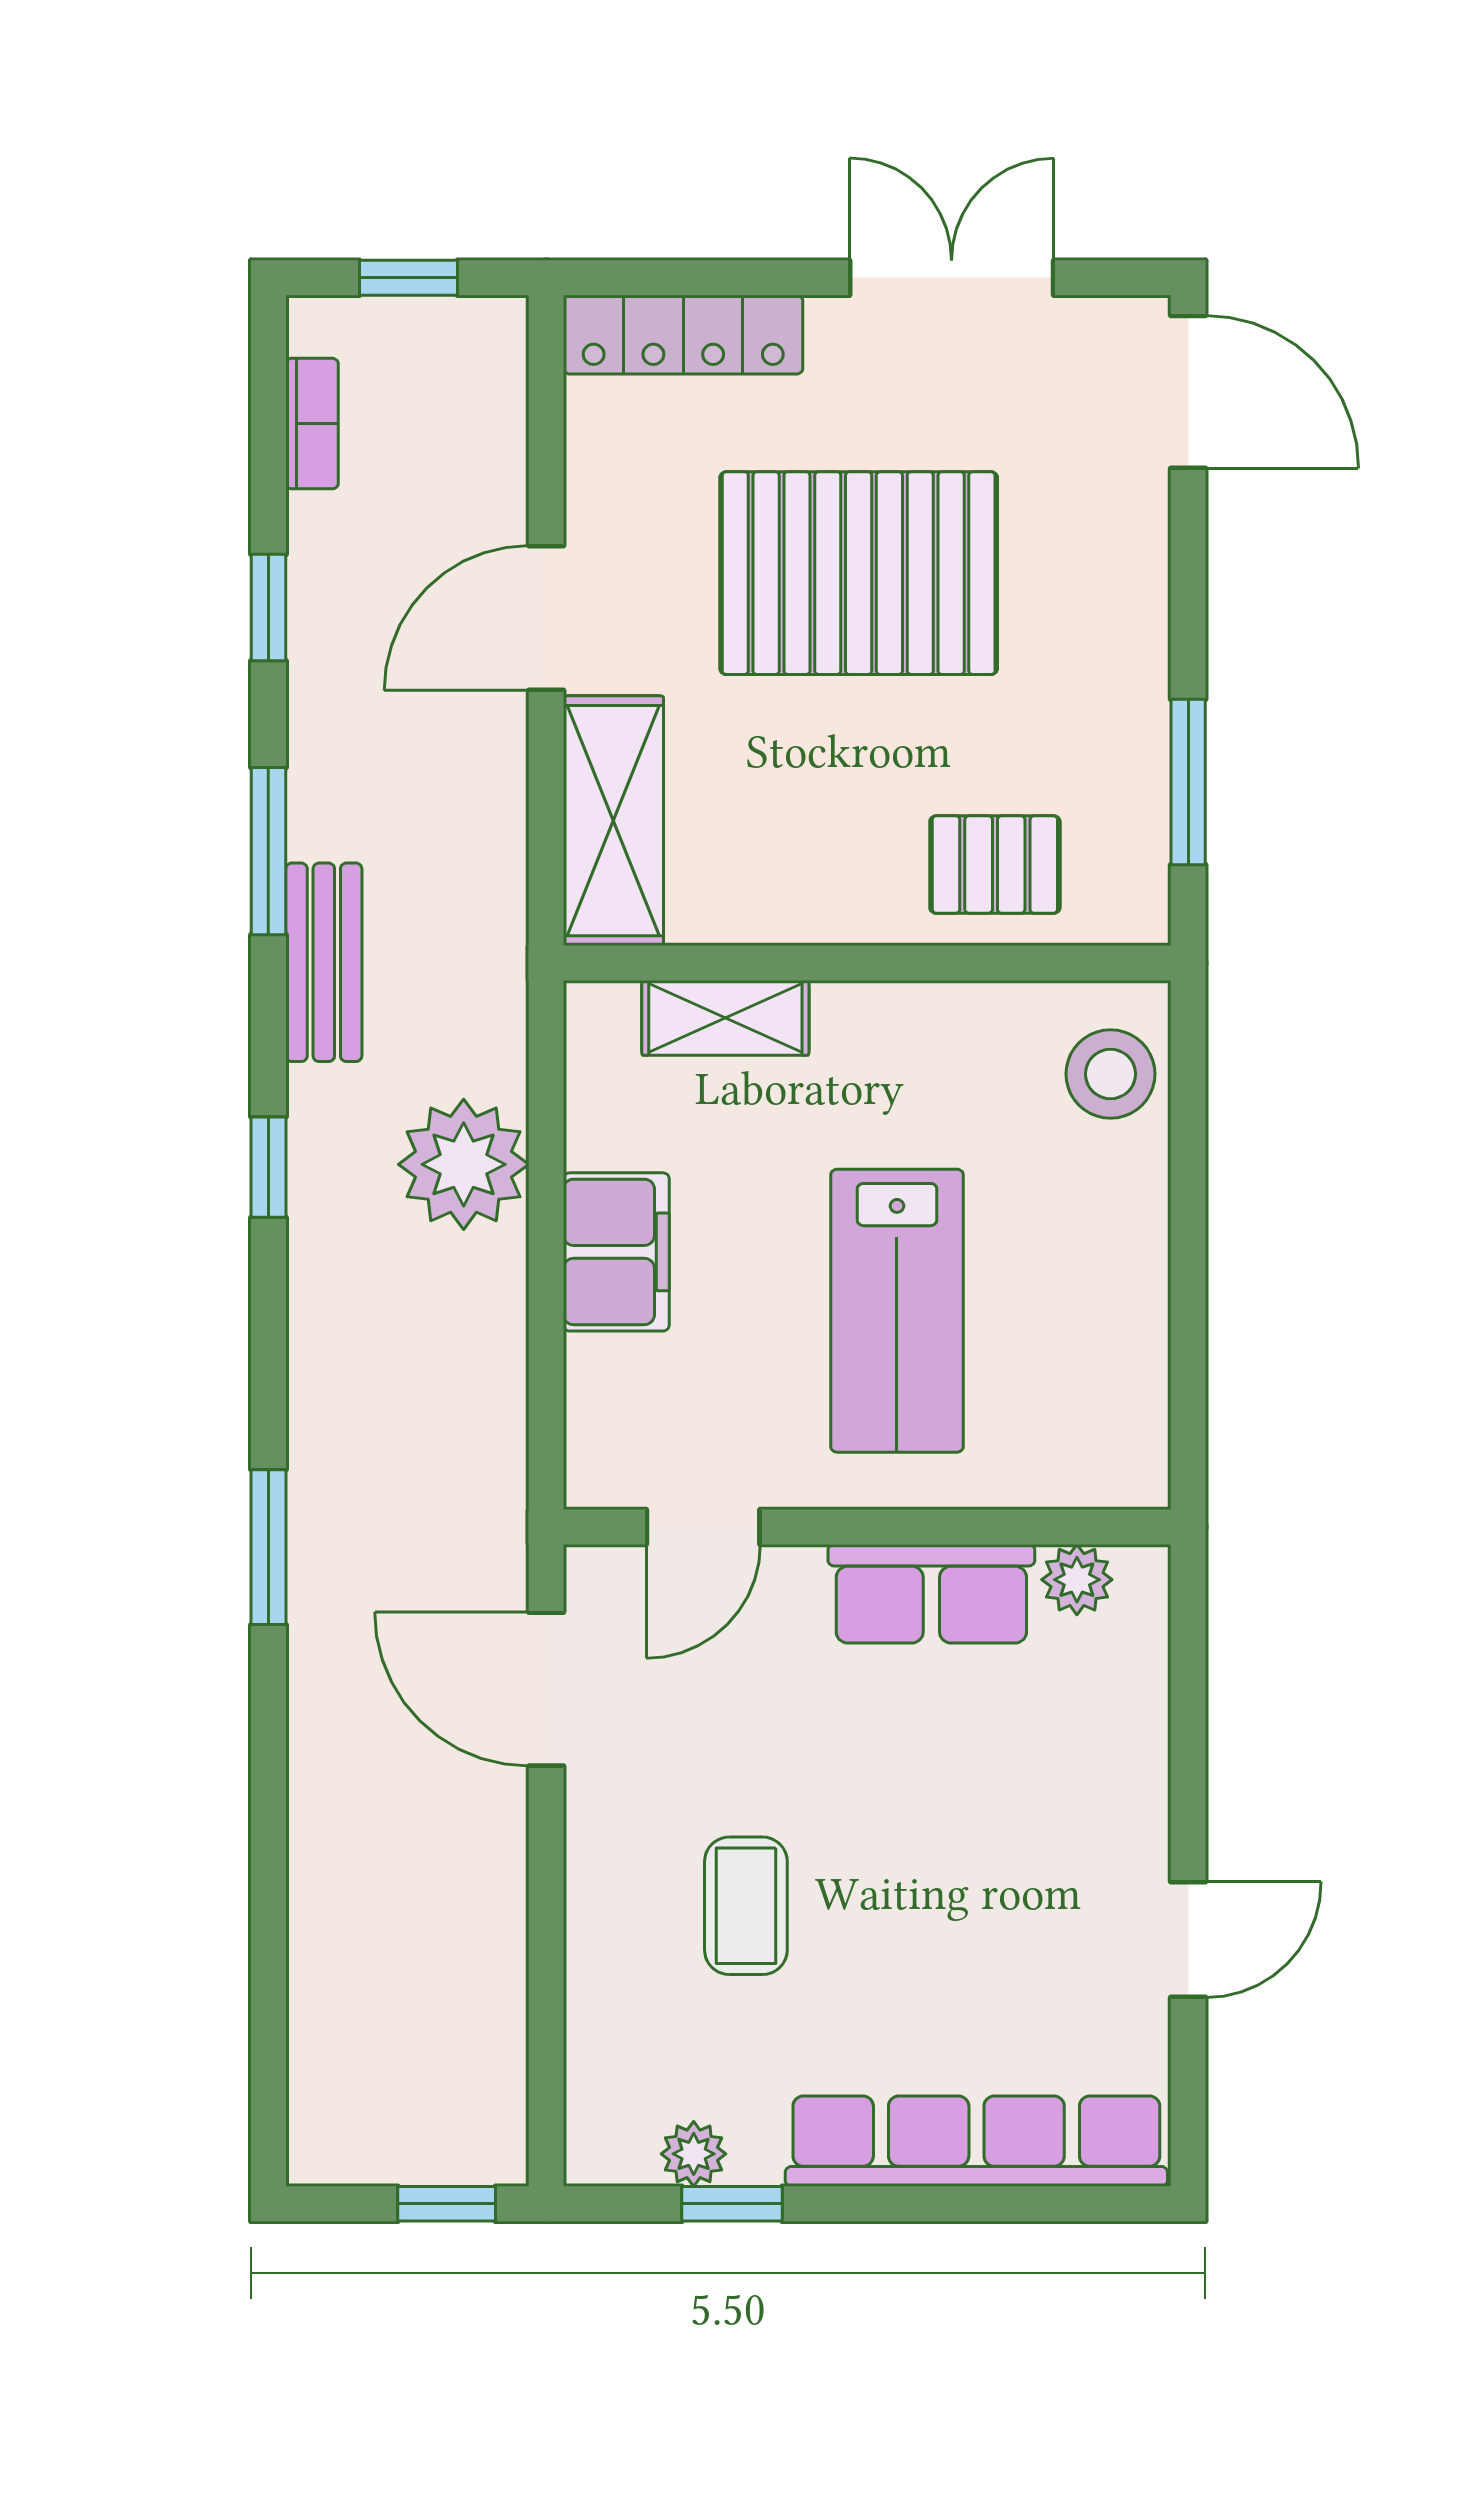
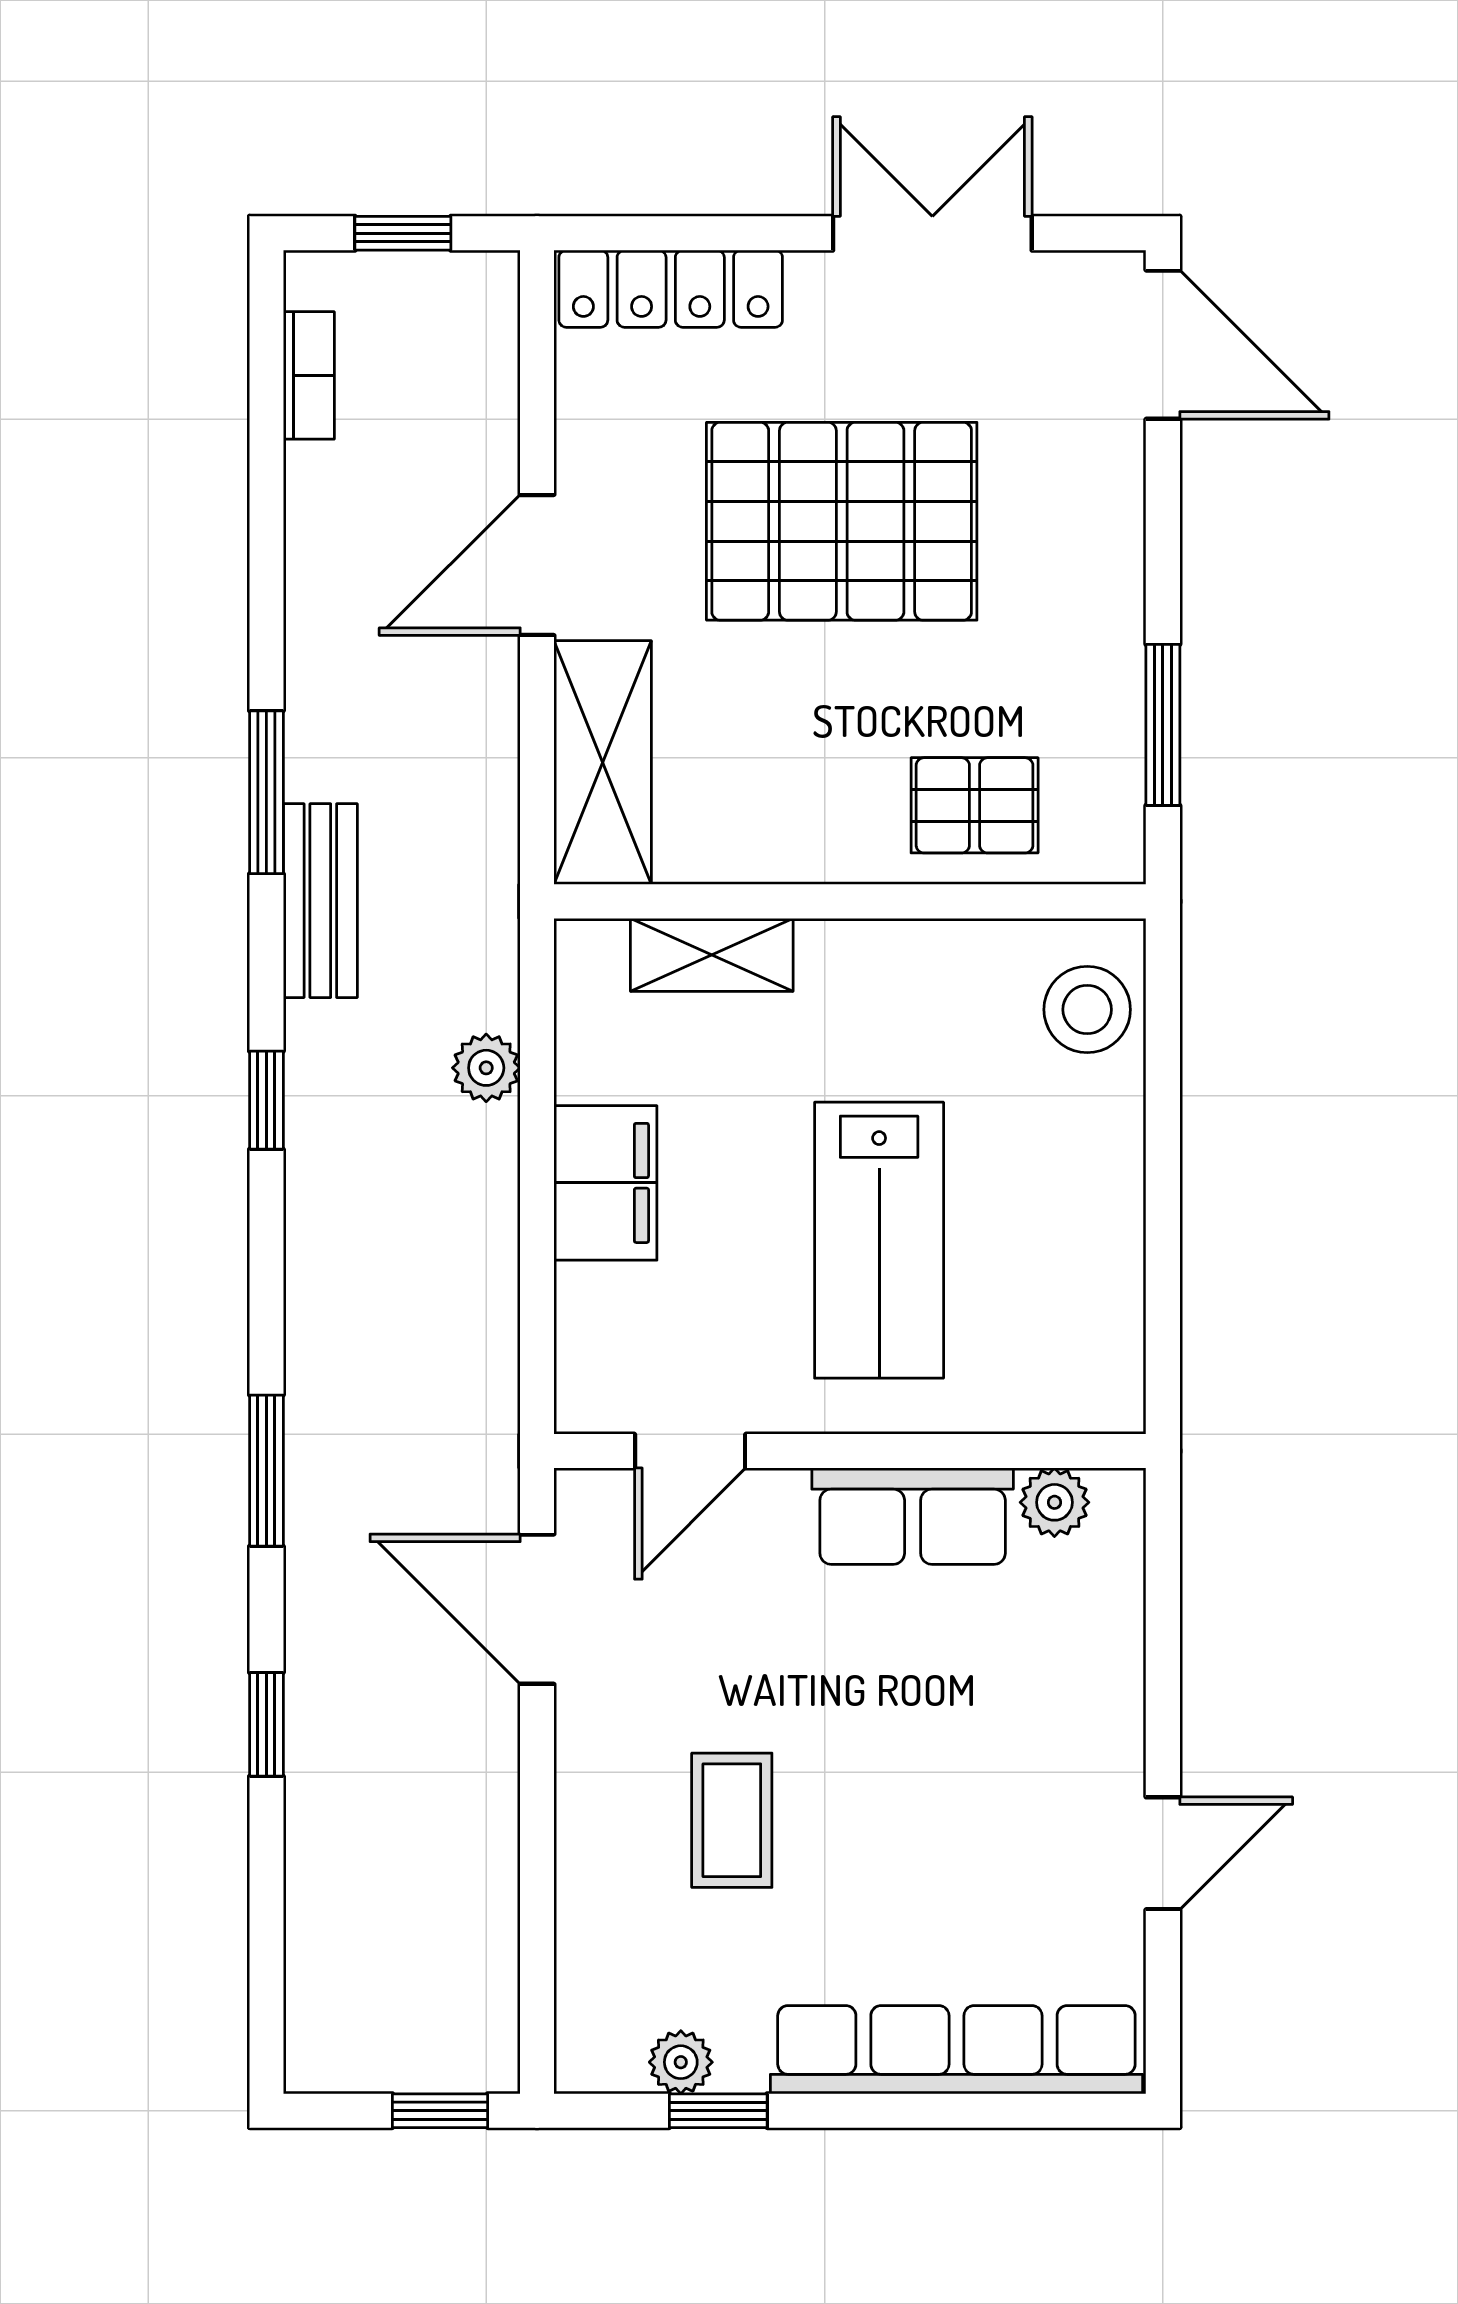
window: (268, 608) -> (266, 1724), moved
plant: (464, 1164) -> (486, 1068), width x0.53, depth x0.53

